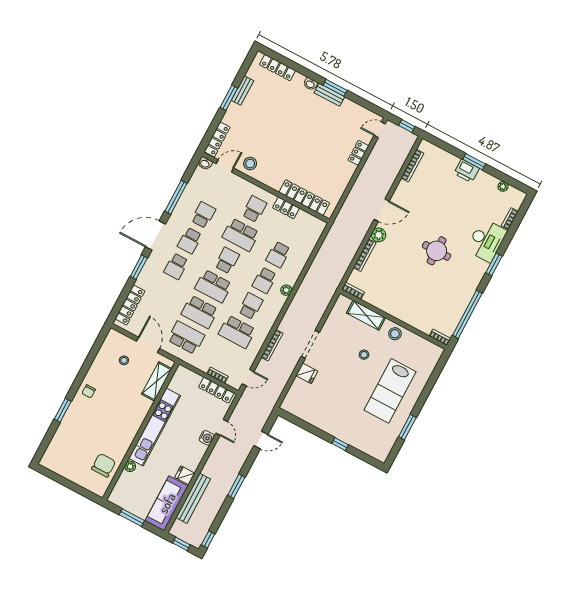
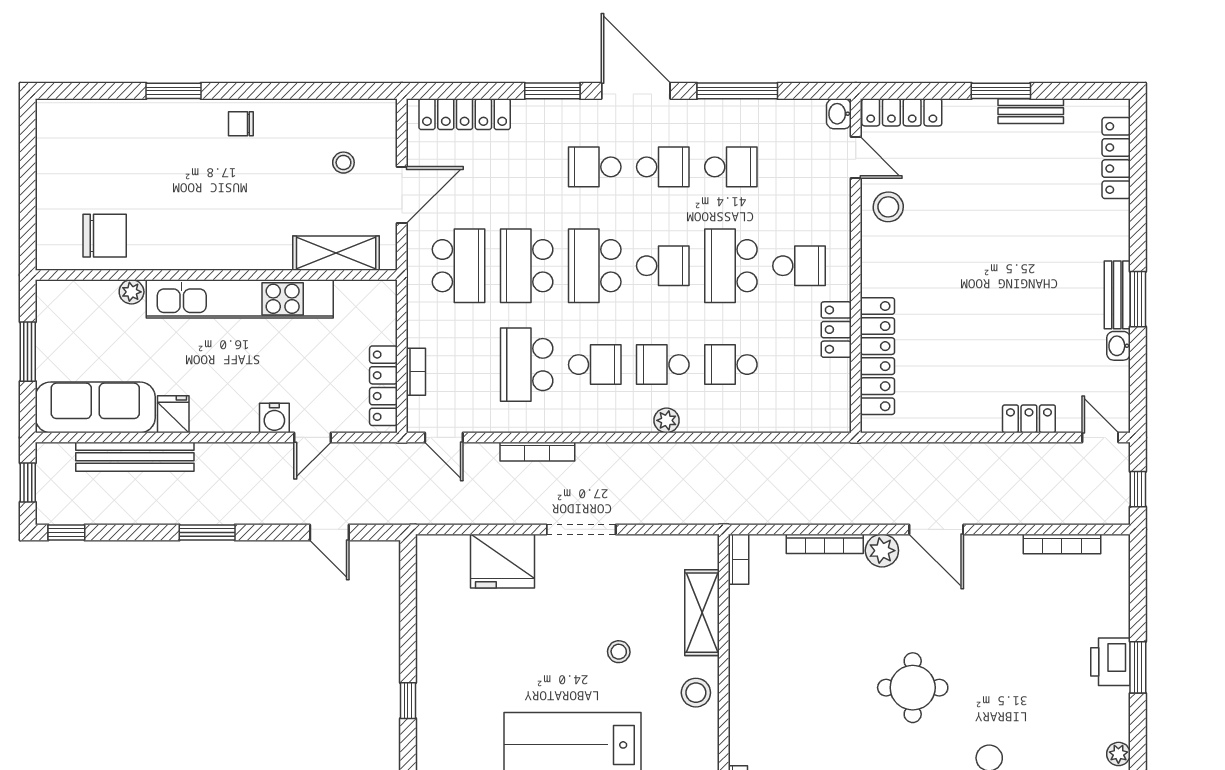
washbasin: (310, 84) -> (1118, 346), moved
school desk: (190, 241) -> (663, 167), turned 180
fridge: (307, 373) -> (502, 561), width x1.88, depth x1.34

